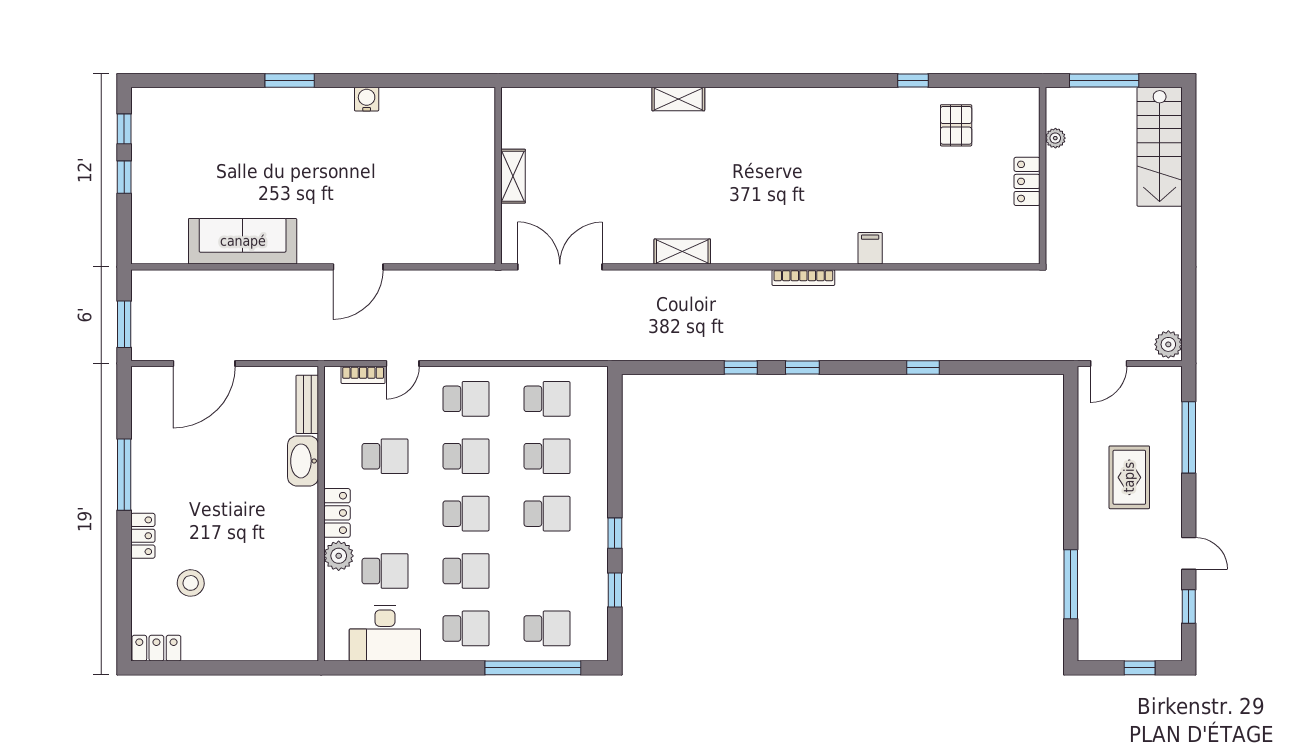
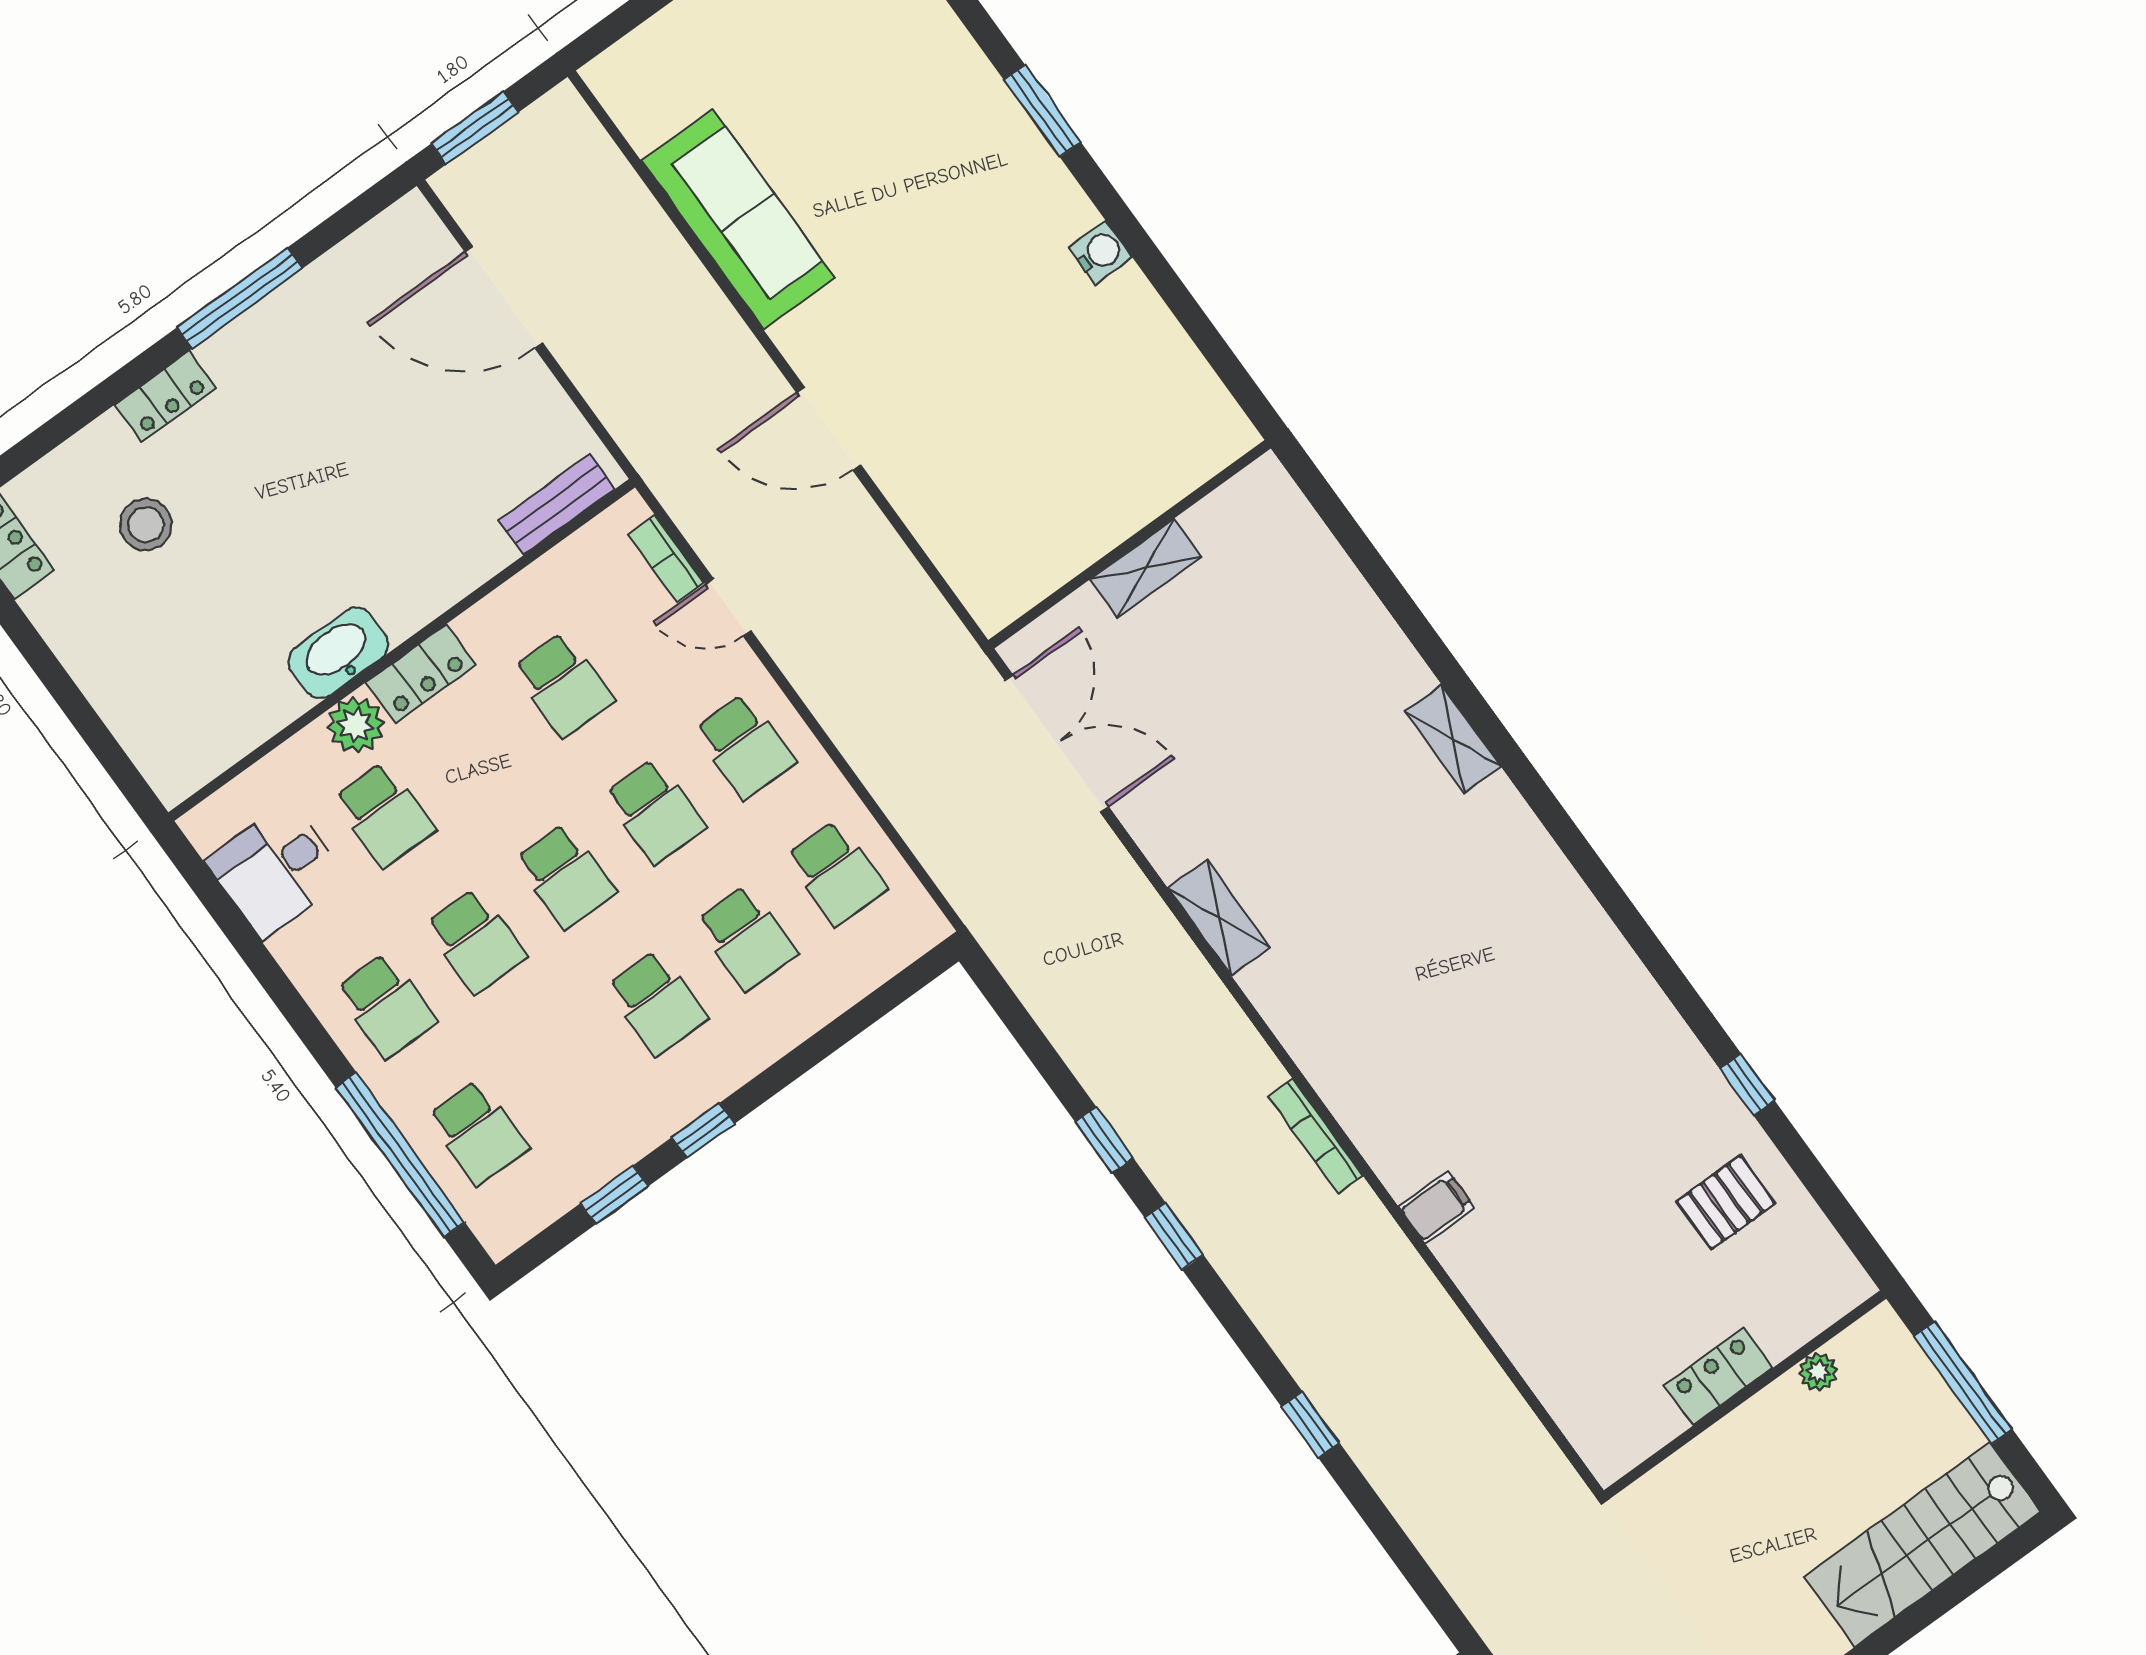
washbasin: (303, 461) -> (338, 653), moved
desk: (385, 633) -> (276, 870), width x0.73

